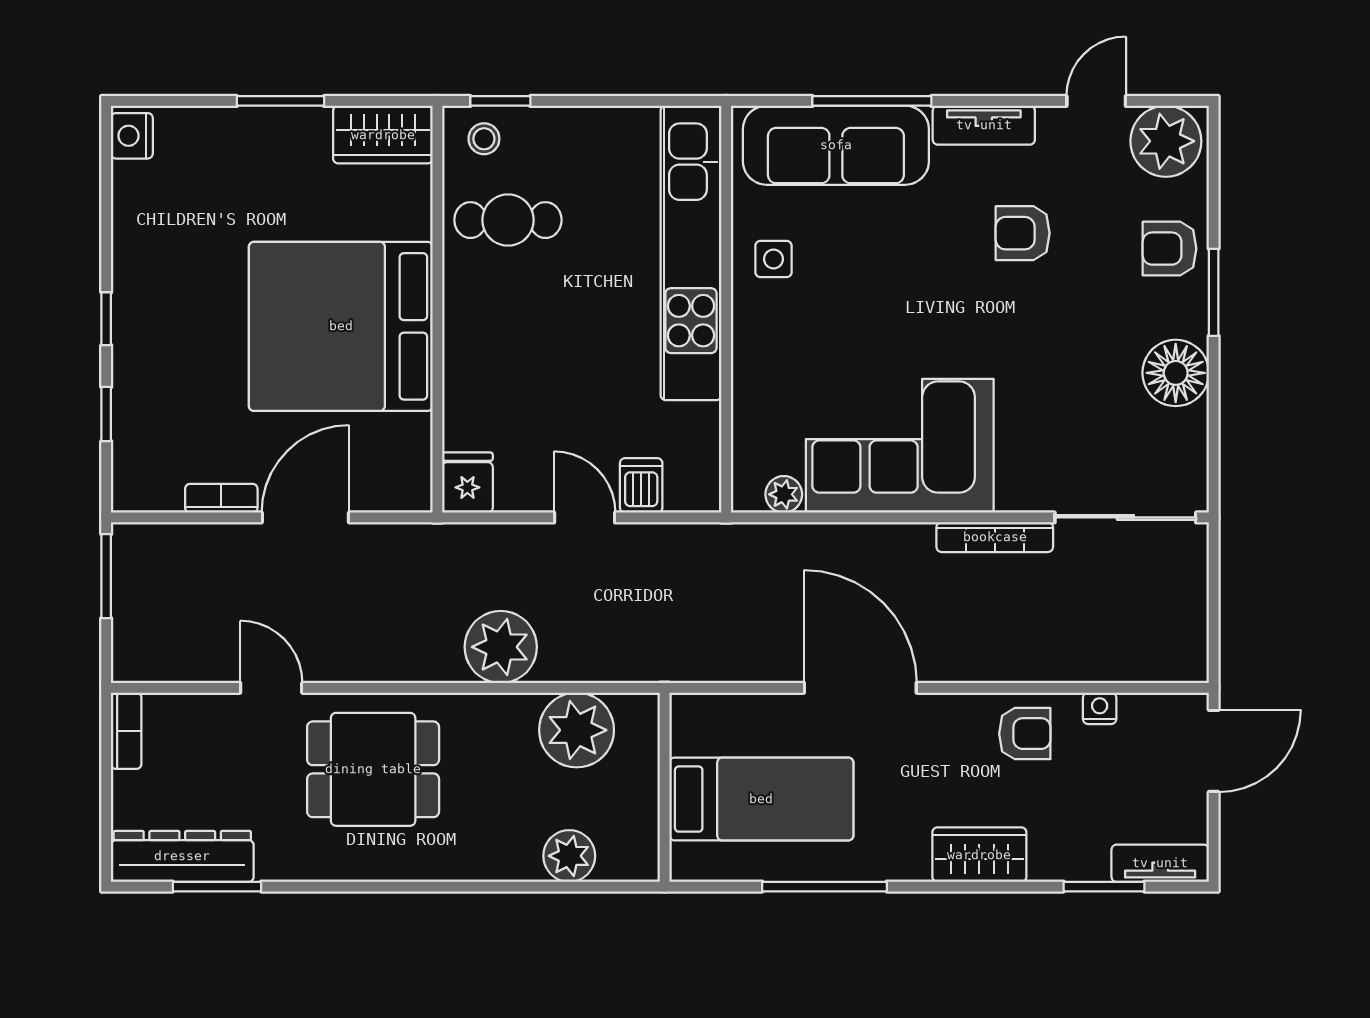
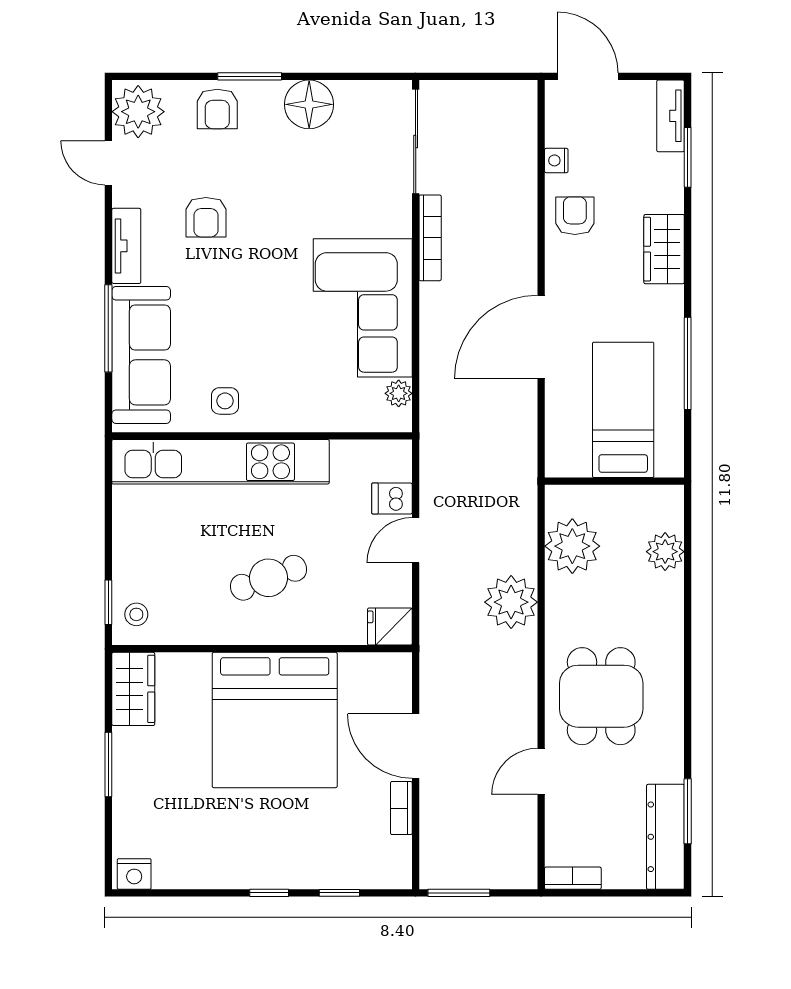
cafe table: (508, 220) -> (268, 578), moved, turned 70

